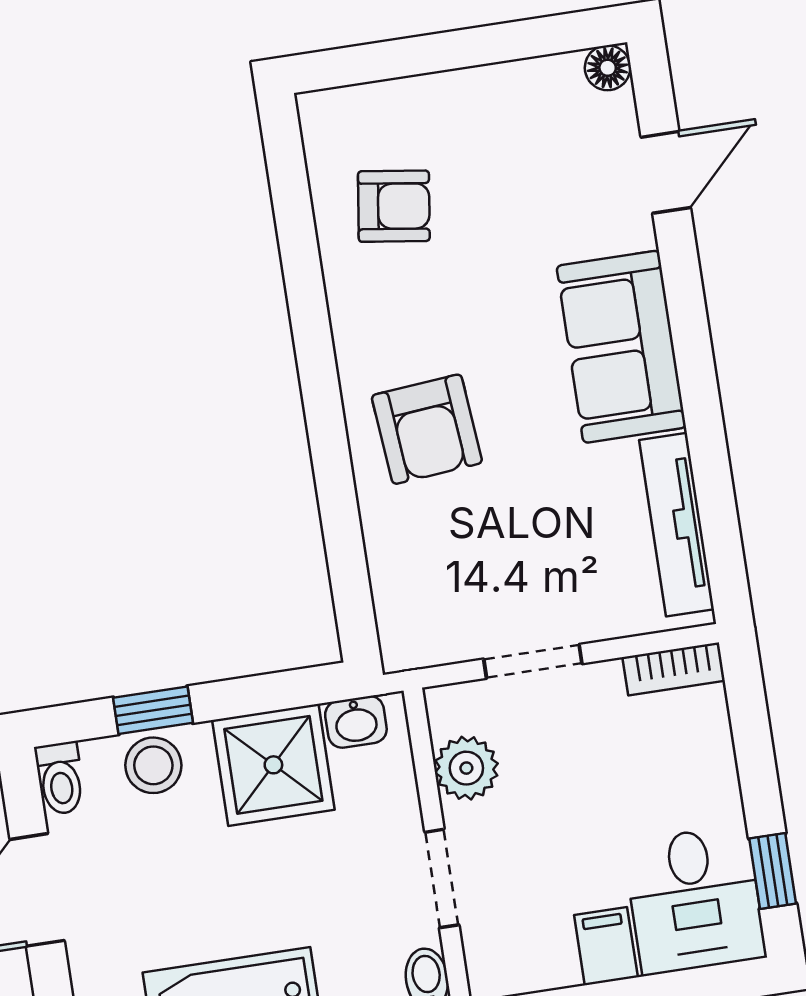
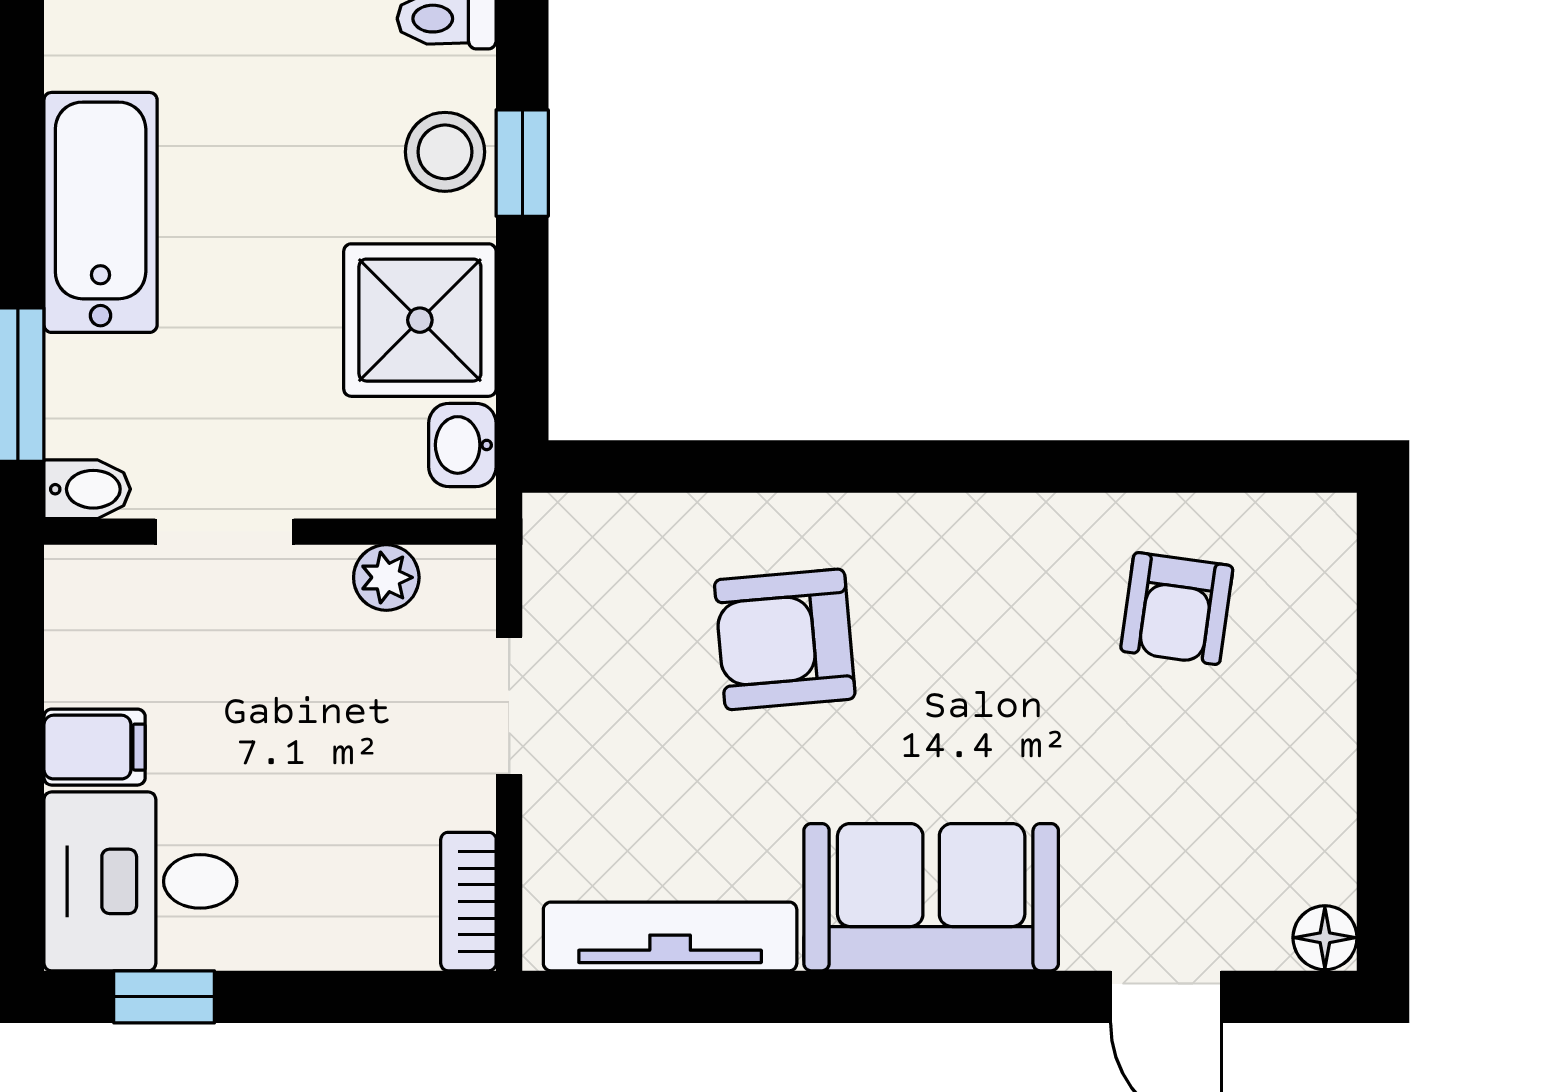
armchair: (427, 429) -> (785, 639), moved
plant: (466, 768) -> (386, 577), width x0.73, depth x0.73

